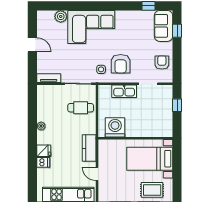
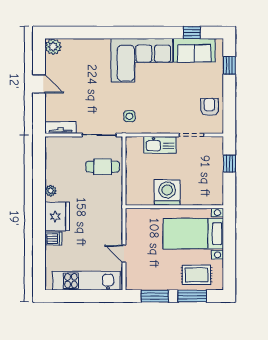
plant: (61, 16) -> (53, 47), moved
sofa: (164, 26) -> (194, 50), moved, turned -90
corner sofa: (91, 27) -> (142, 60), moved
armchair: (121, 64) -> (155, 109), removed
washing machine: (115, 127) -> (167, 193), moved
kitchen counter: (89, 148) -> (114, 220), removed
fridge: (44, 151) -> (57, 216), width x1.88, depth x1.34

